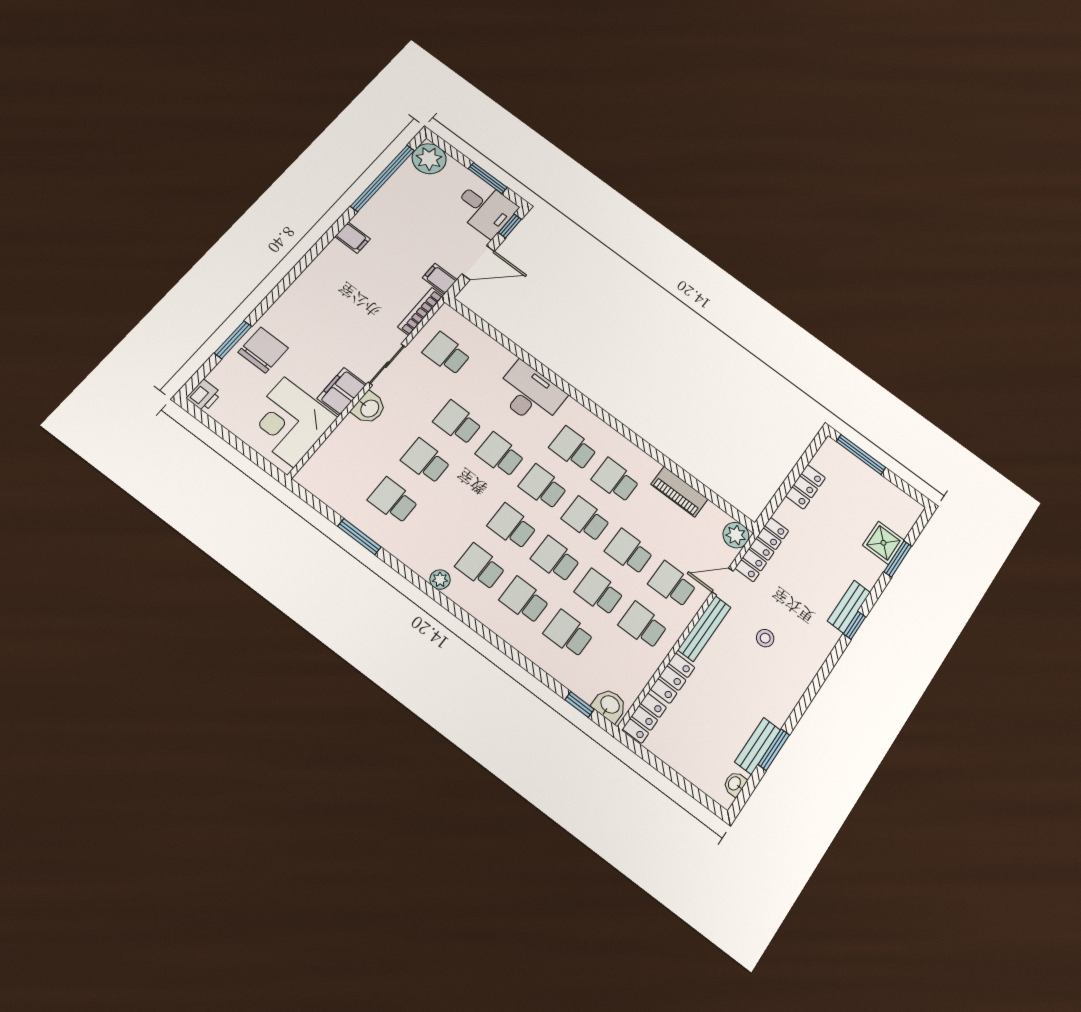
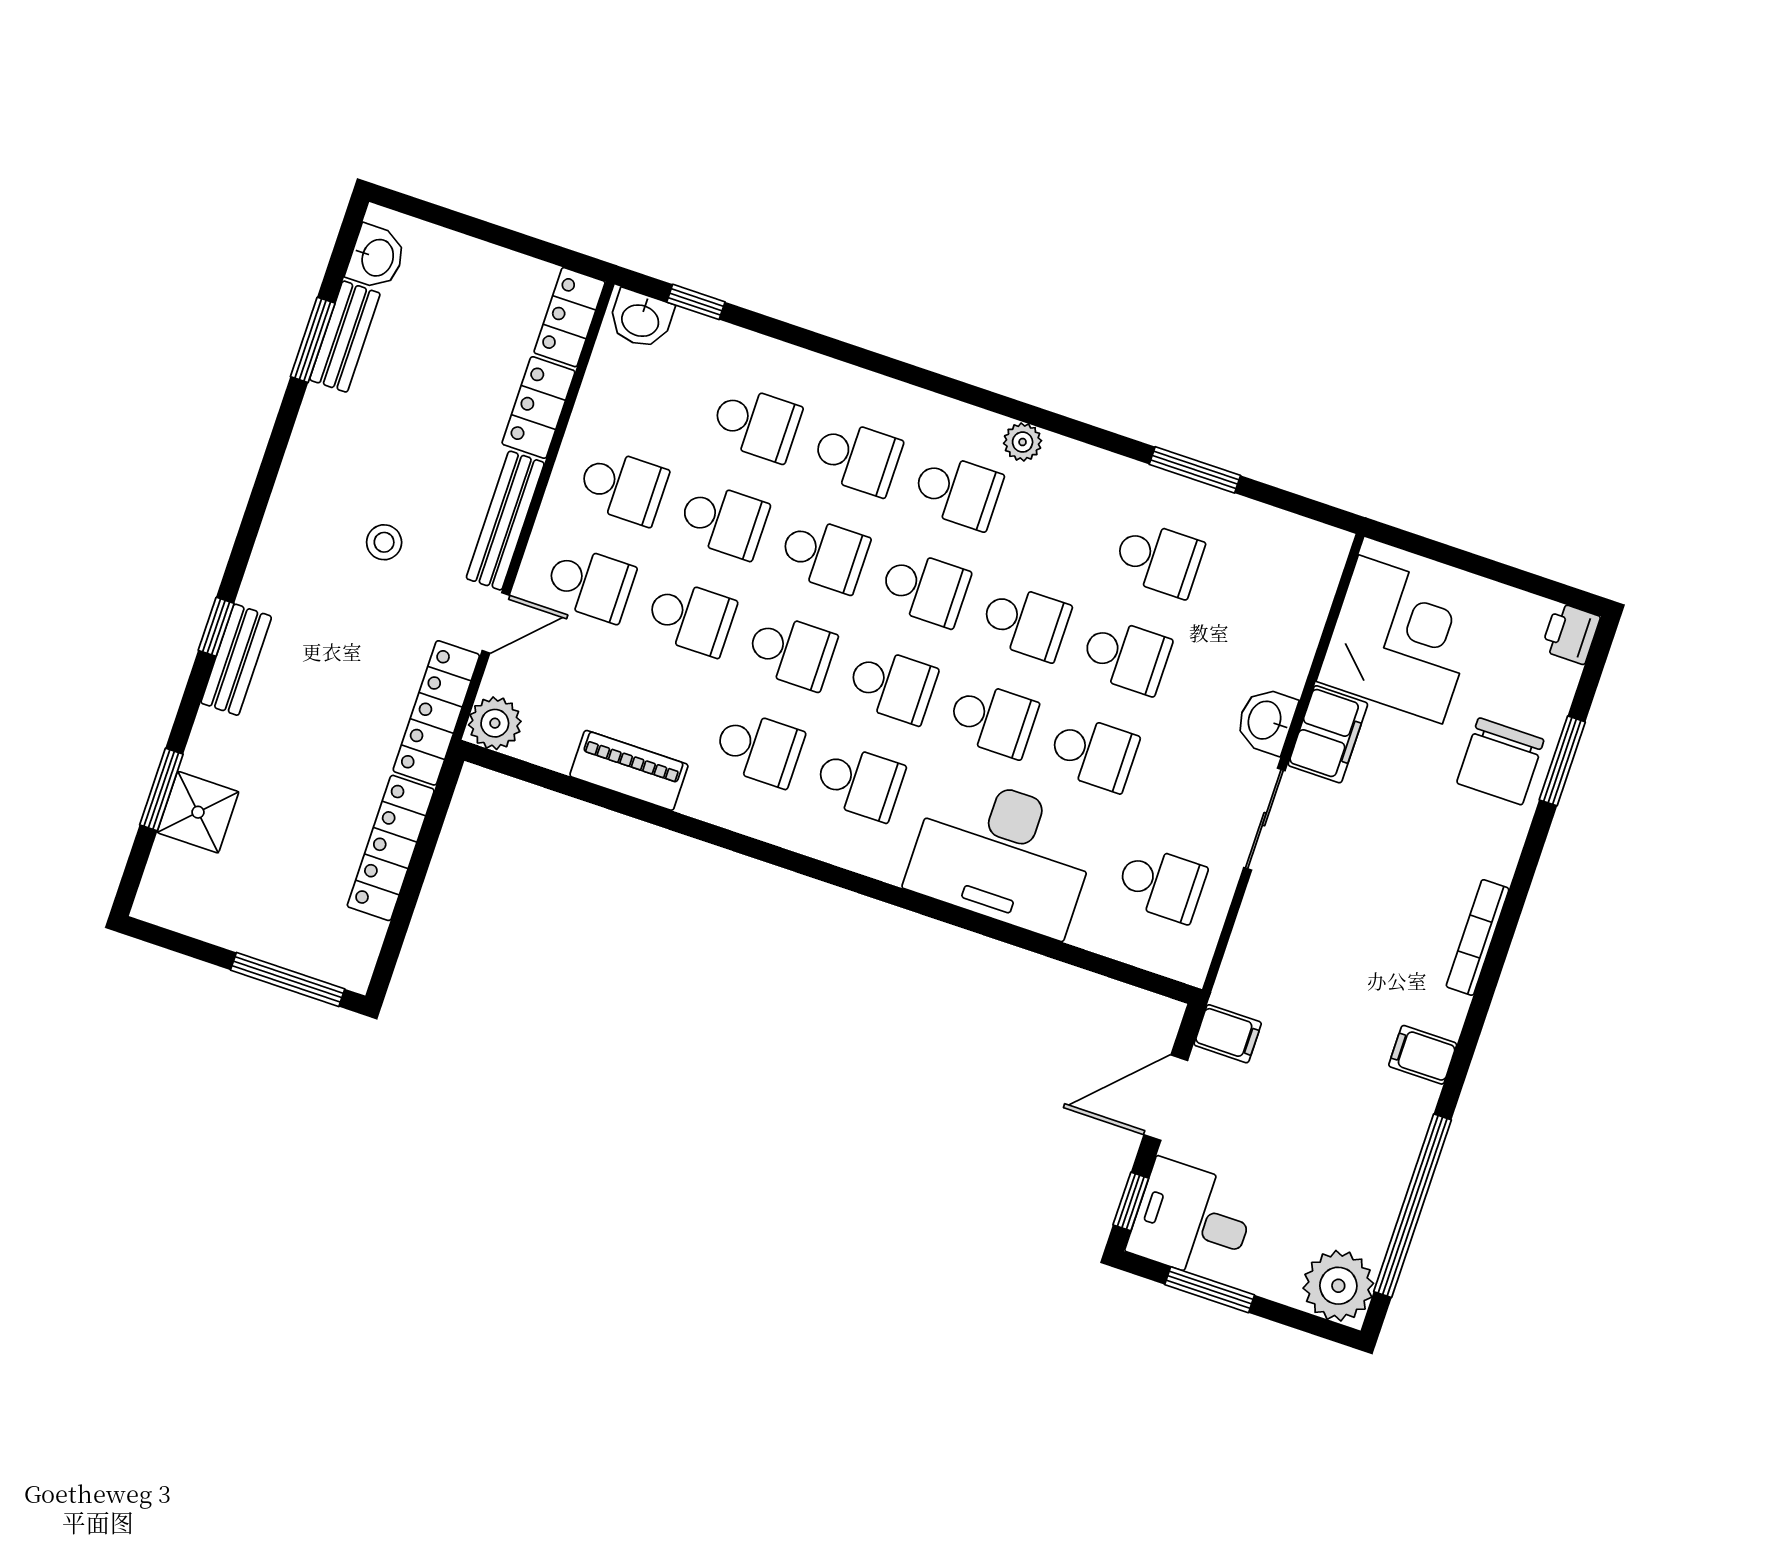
bookcase: (420, 311) -> (1478, 938), moved, turned 180
desk: (530, 394) -> (1003, 854), width x1.36, depth x1.30
locker: (806, 487) -> (391, 848), width x1.53
school desk: (469, 494) -> (1025, 622), added
washbasin: (735, 784) -> (376, 257), width x1.38, depth x1.45

